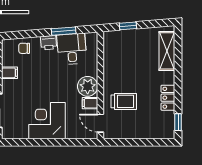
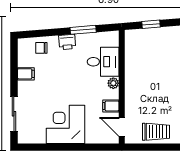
desk: (72, 49) -> (103, 62), moved, turned 95
plant: (88, 86) -> (113, 83), width x0.53, depth x0.53
trolley: (124, 101) -> (156, 132), moved

